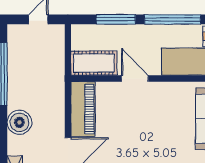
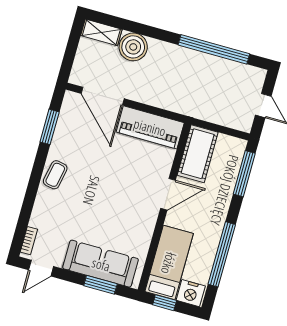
window: (116, 19) -> (244, 174), moved
boiler: (19, 122) -> (133, 47), moved

